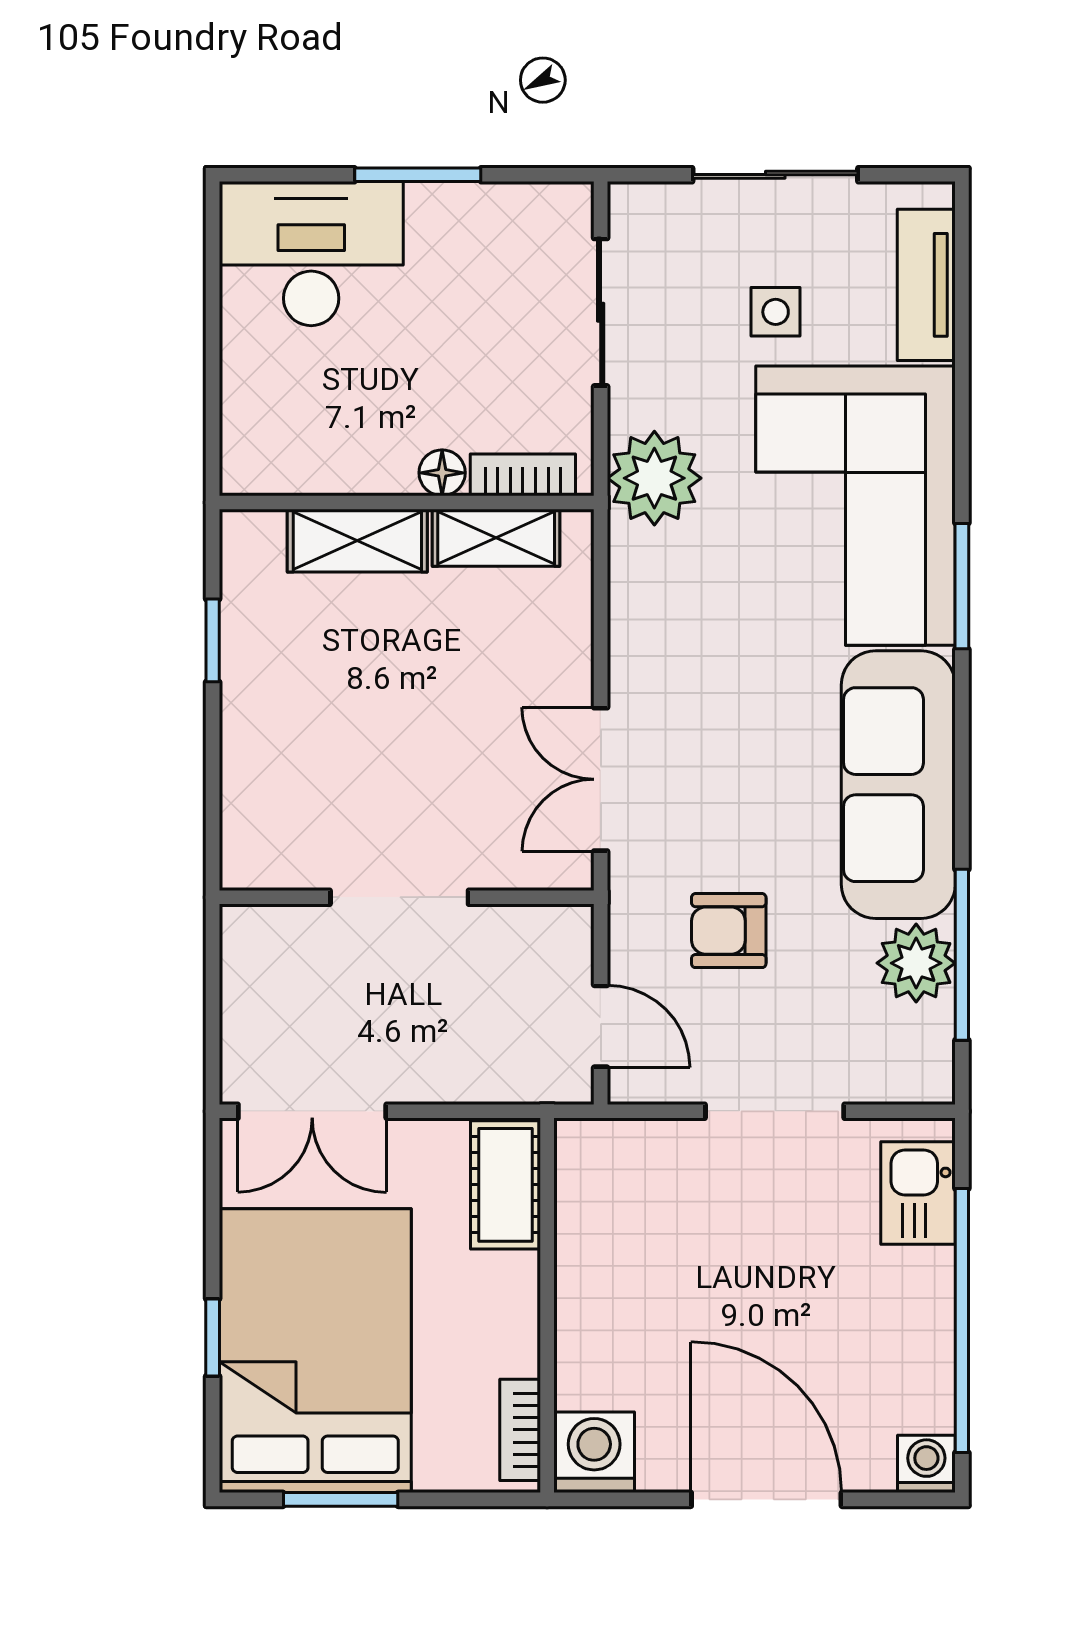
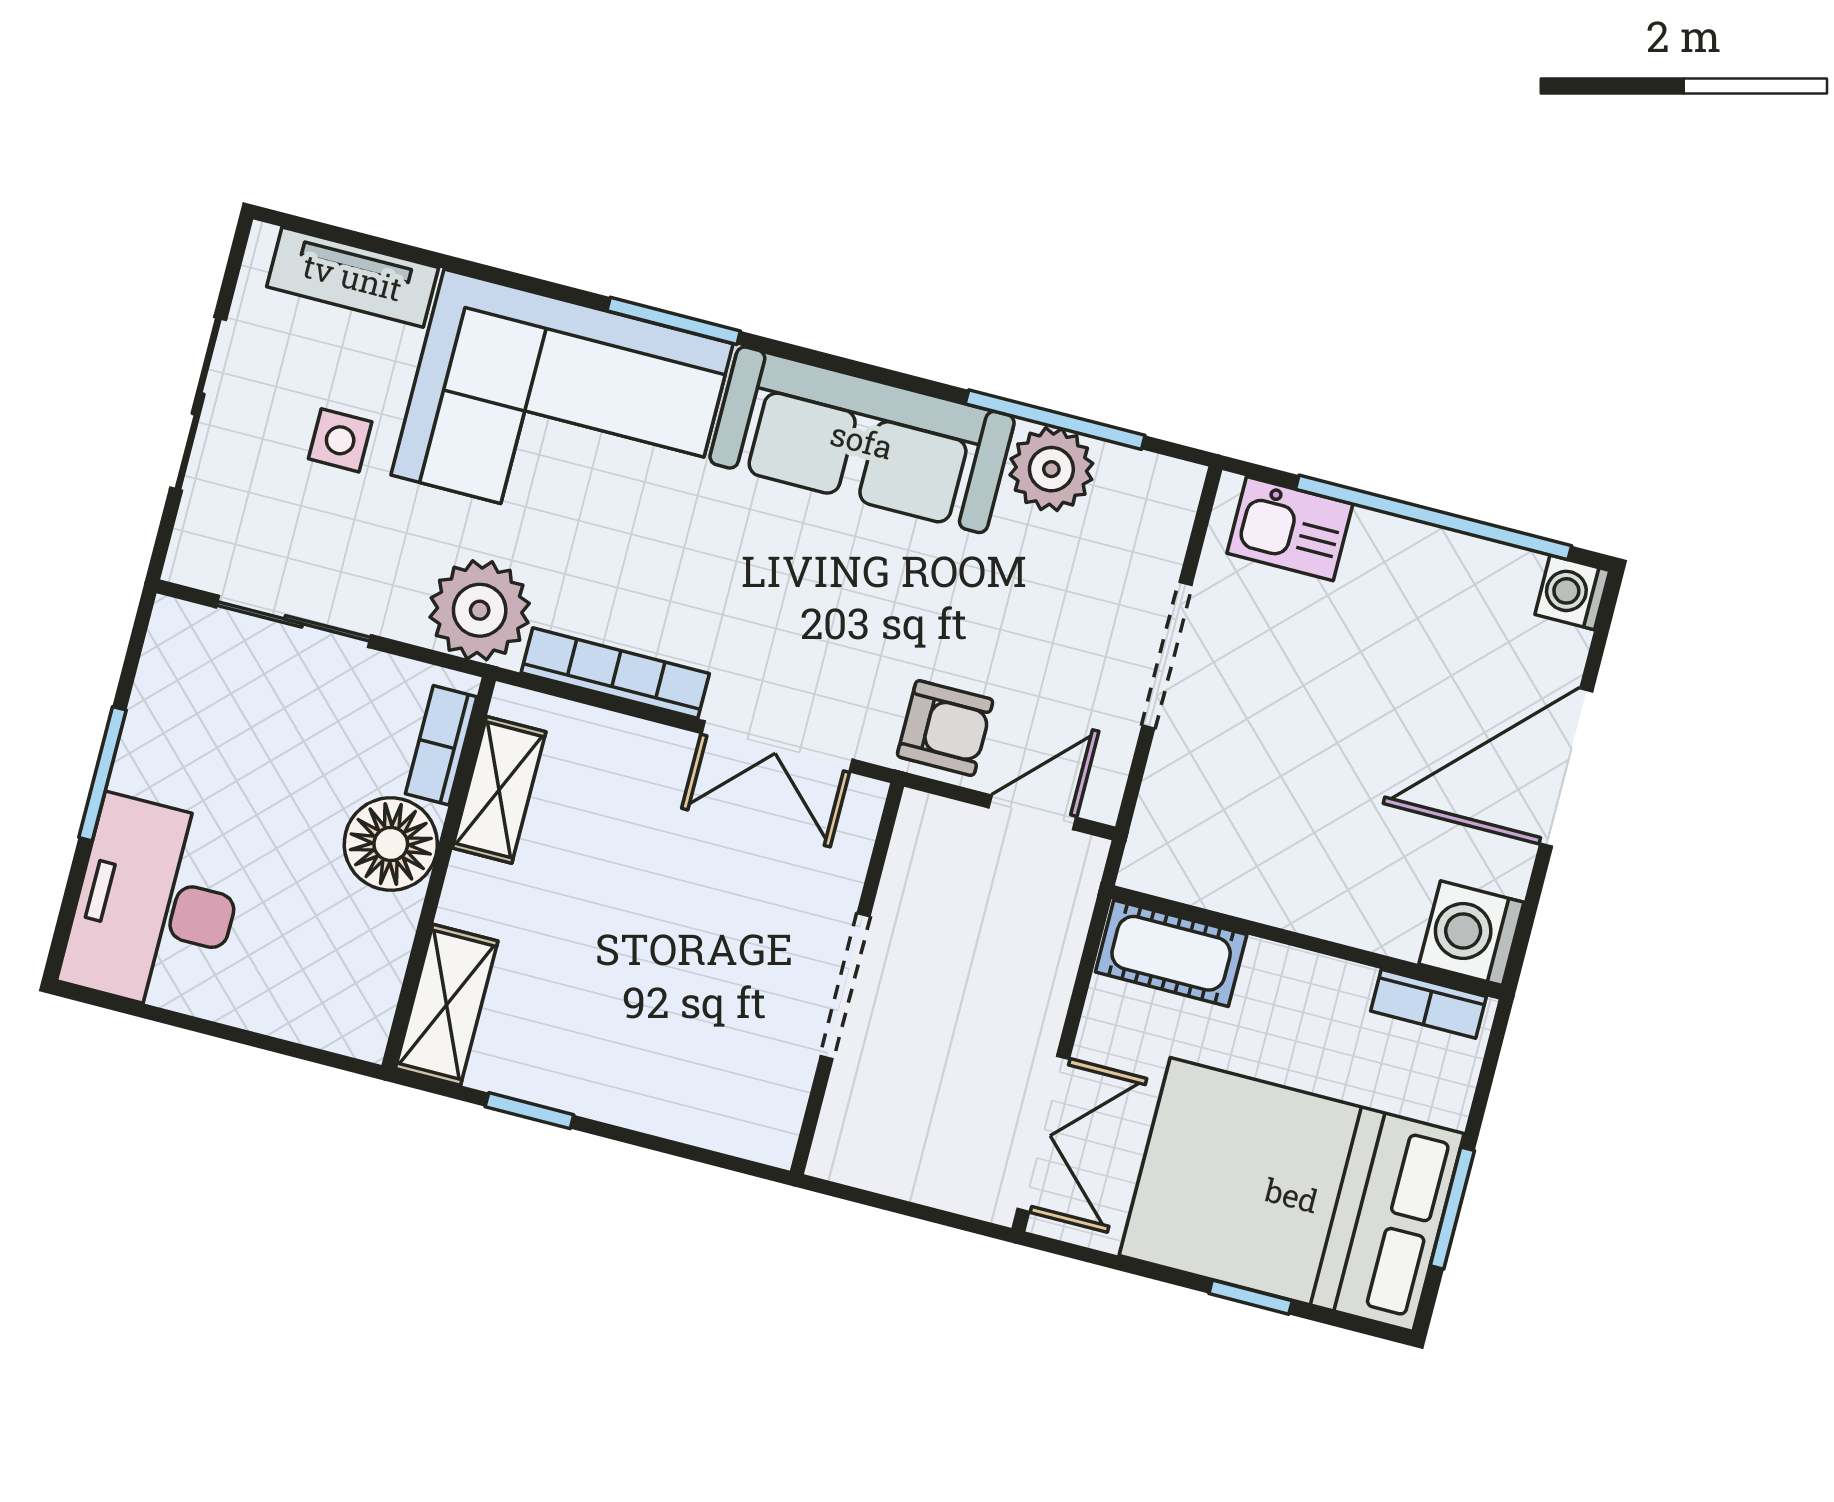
floor lamp: (442, 473) -> (391, 844), width x1.89, depth x1.89
shelving: (357, 541) -> (447, 1005), moved
bookcase: (629, 616) -> (615, 673), added
armchair: (729, 931) -> (945, 728), moved, turned -90

